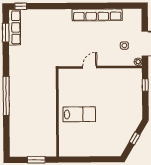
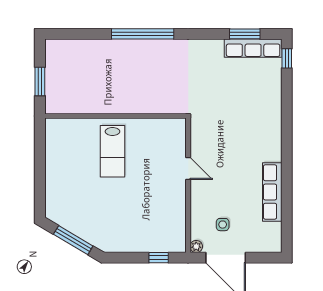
row of seats: (97, 15) -> (272, 192), width x0.73
window: (135, 138) -> (73, 240), width x2.17

